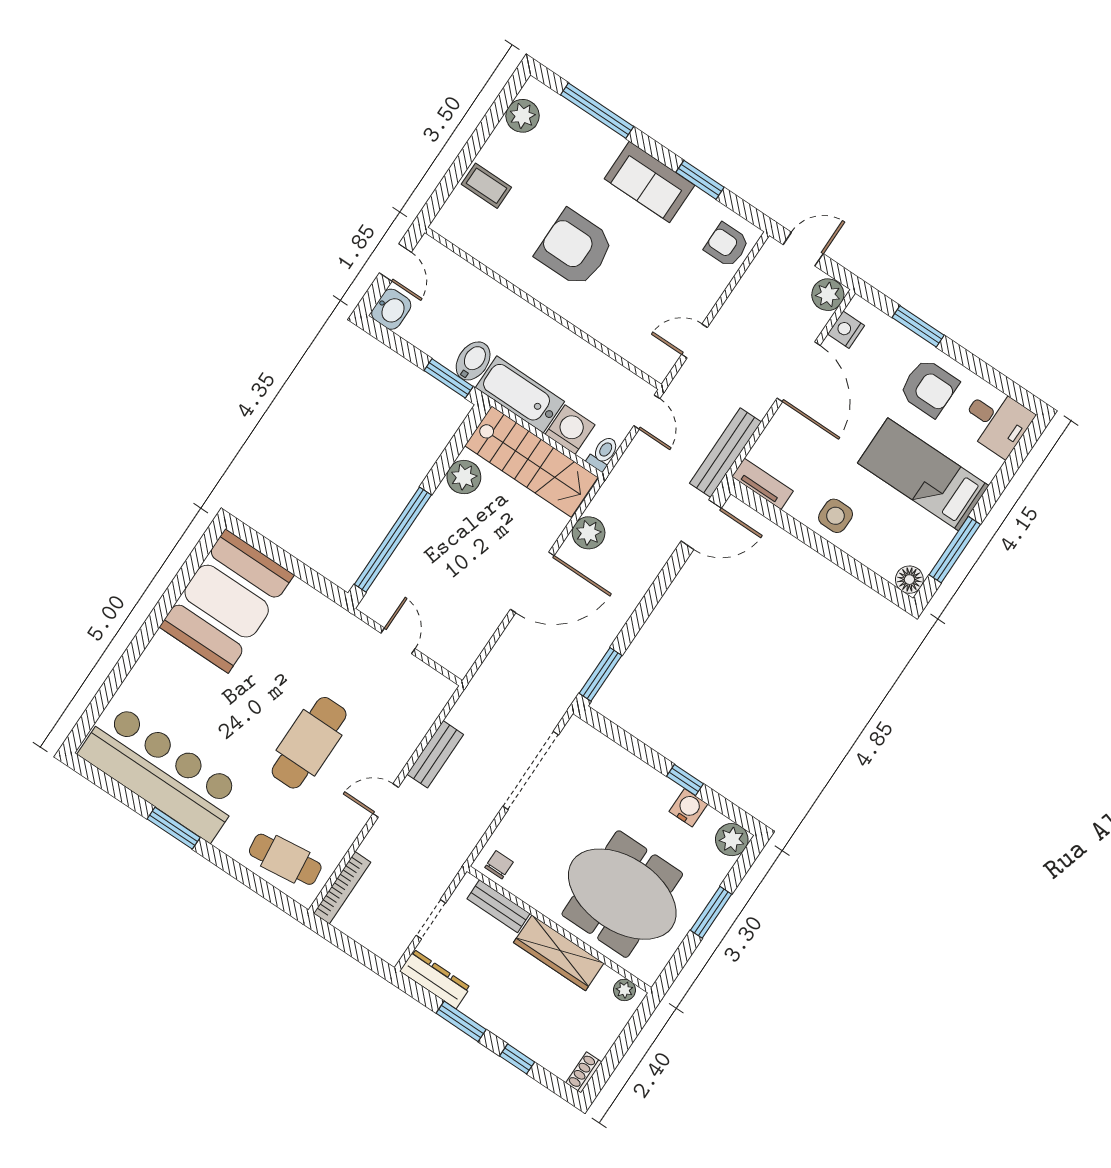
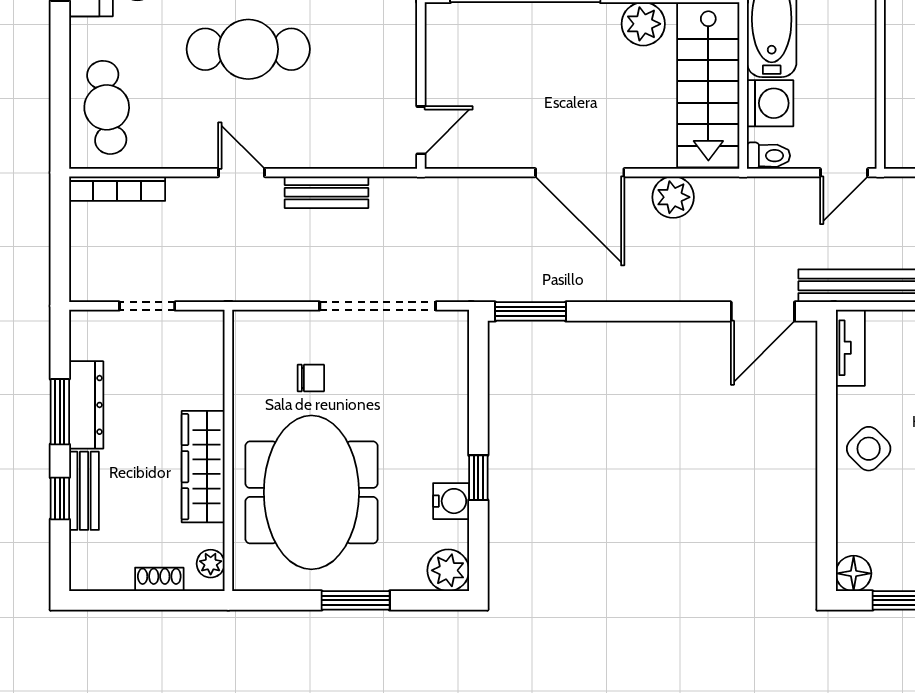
side table: (836, 516) -> (869, 449), turned 45
door: (701, 525) -> (763, 311), hinge flipped
door: (398, 641) -> (421, 130), moved
chair: (499, 865) -> (311, 378), moved
bench: (498, 906) -> (84, 491), moved
dresser: (435, 979) -> (86, 405), moved
shoe rack: (584, 1072) -> (159, 579), moved

